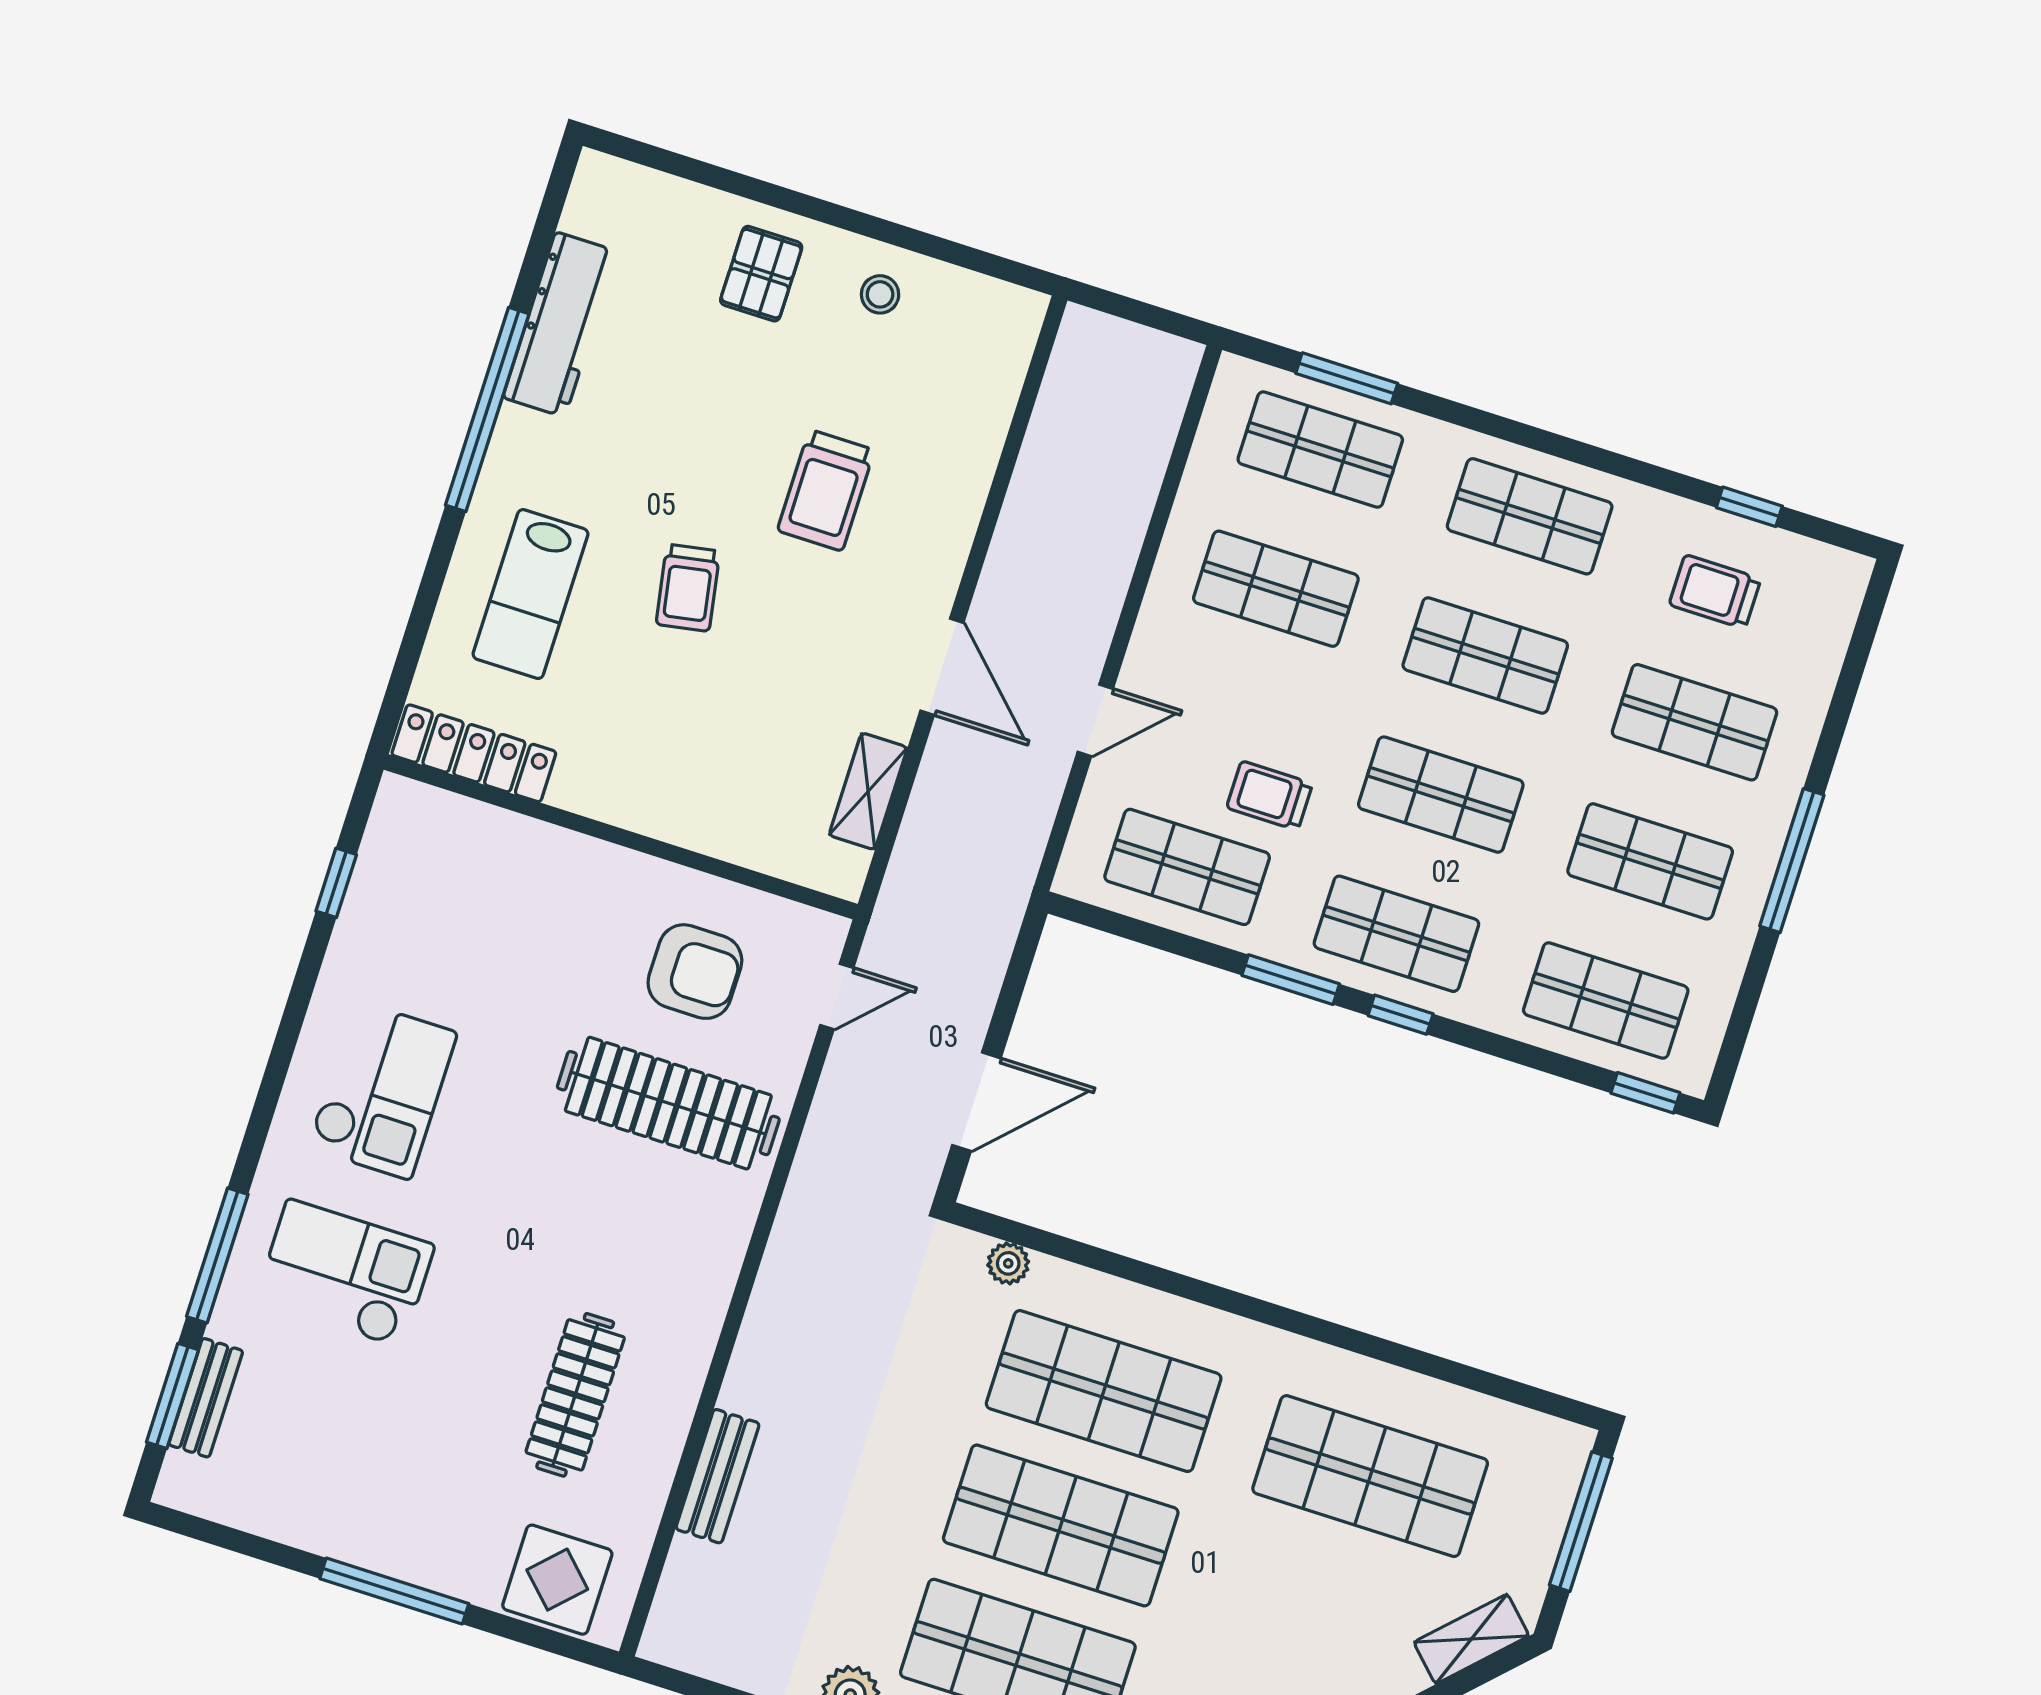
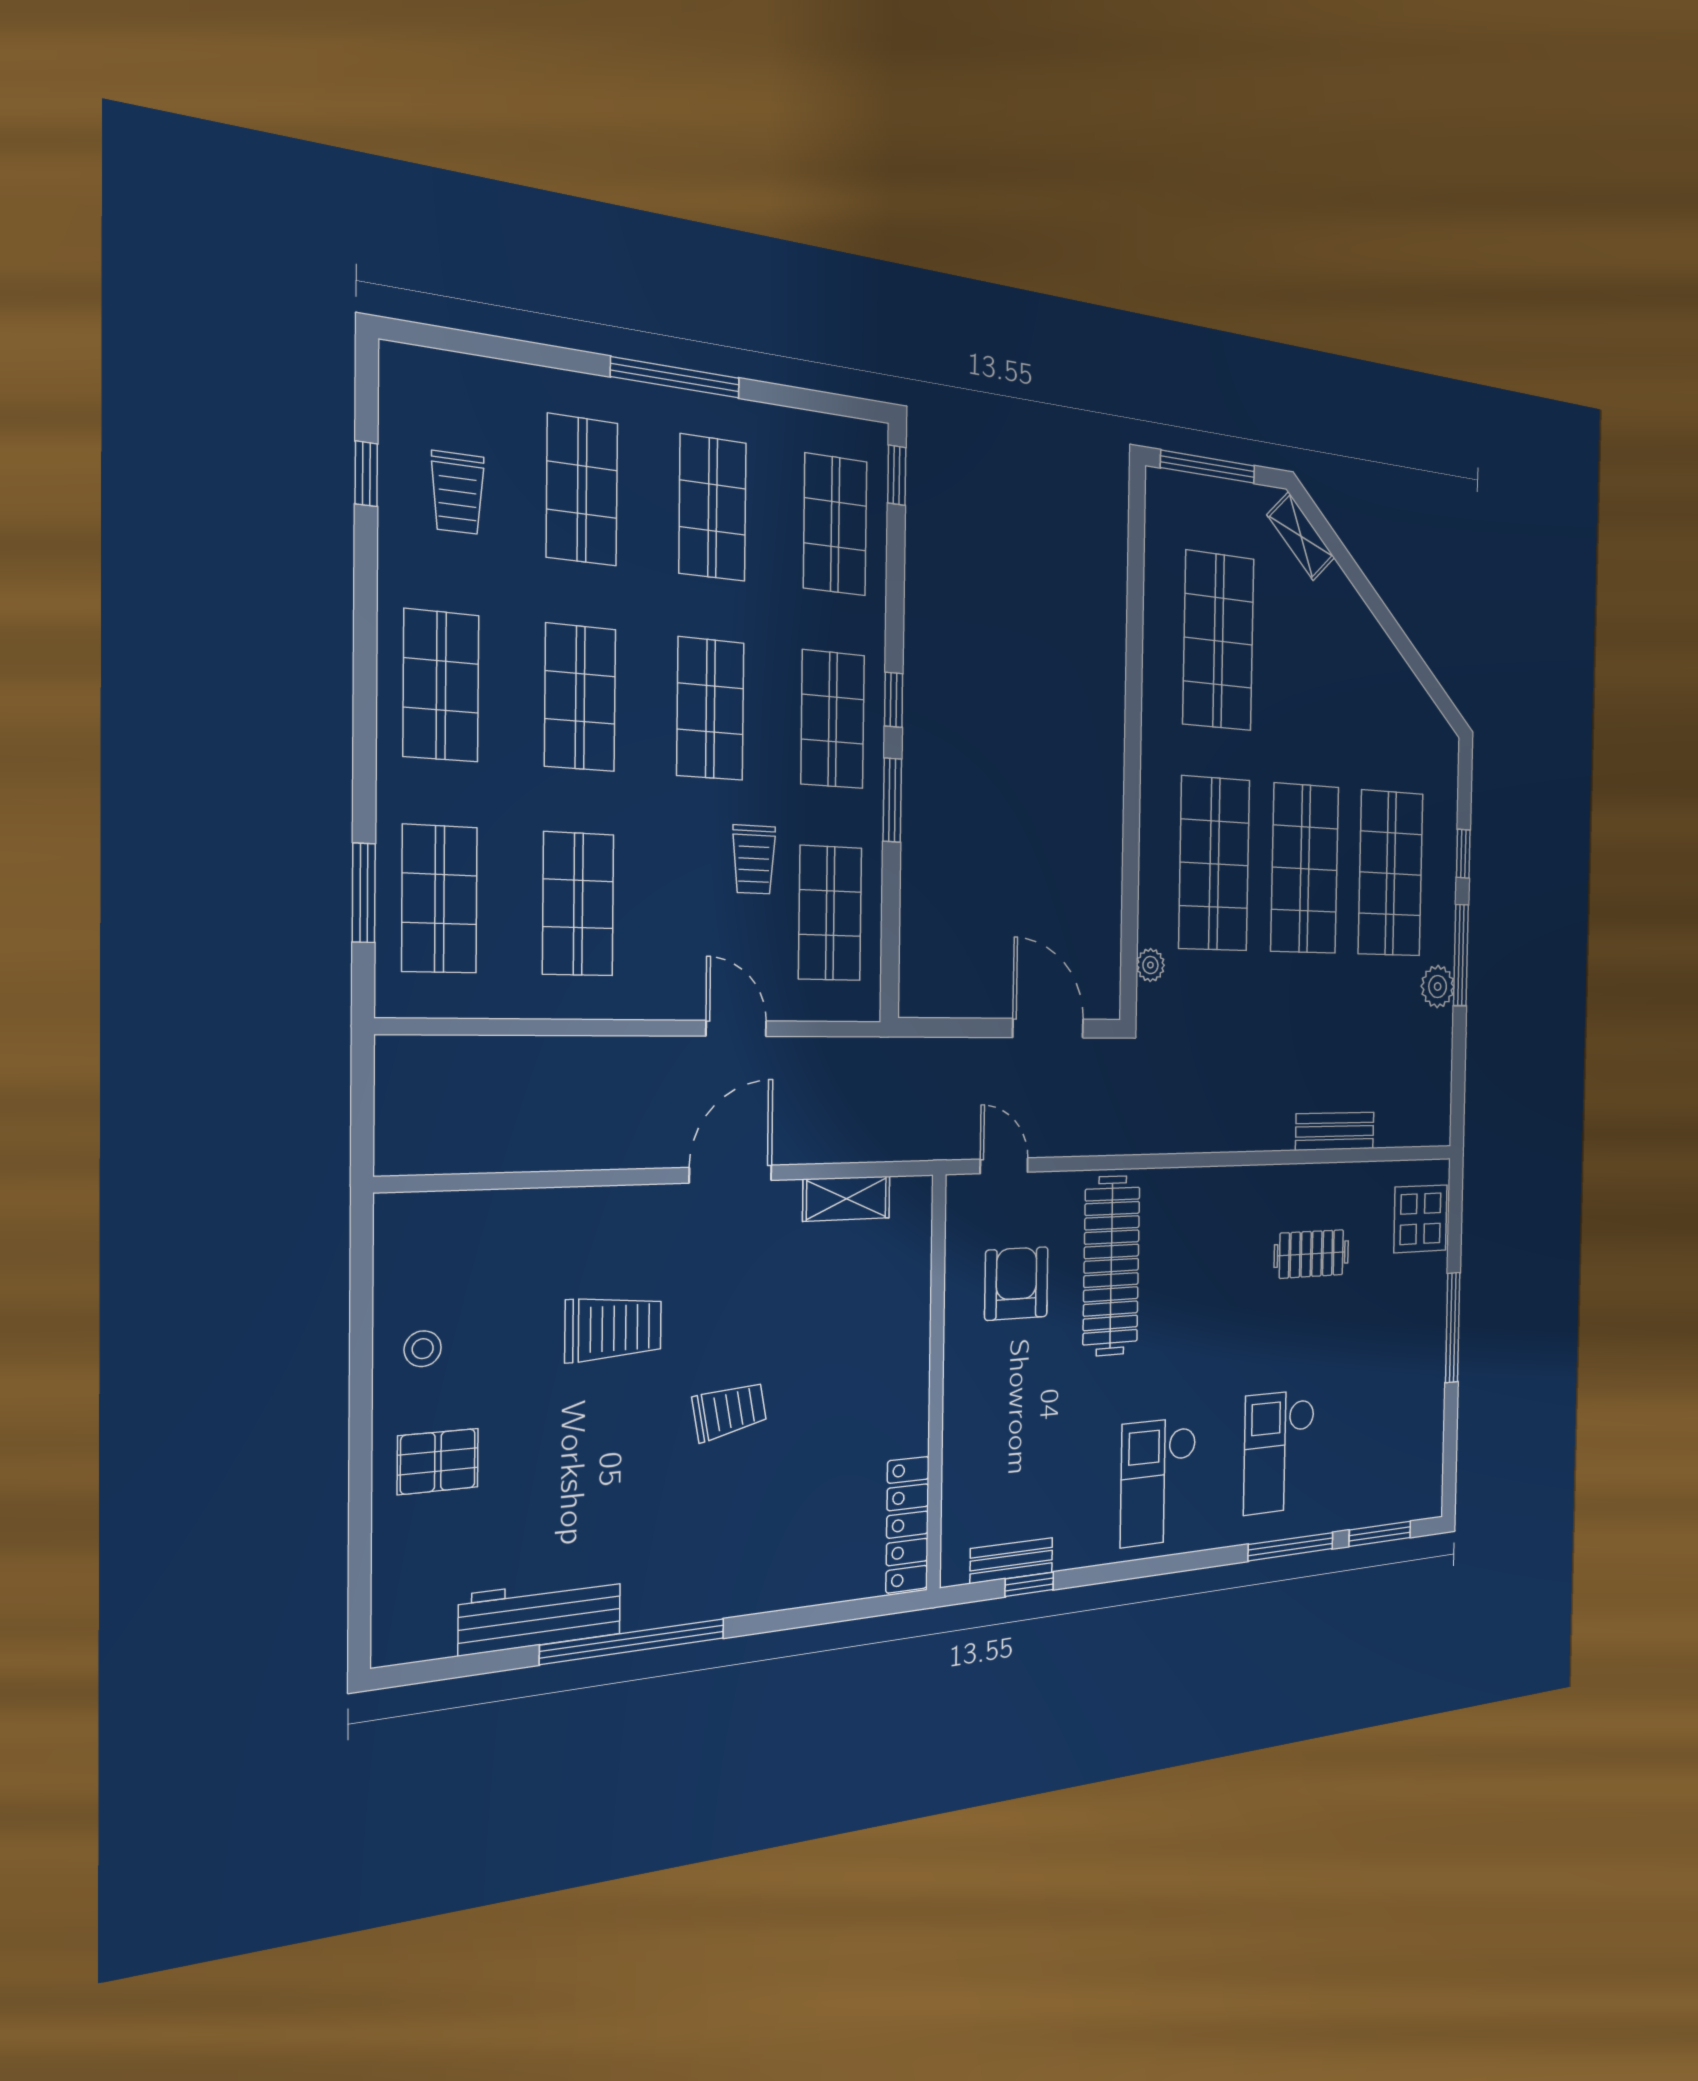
lab bench: (531, 594) -> (773, 1536), removed
checkout: (382, 1090) -> (1158, 1482), turned -90
clothes rail: (575, 1395) -> (1311, 1254), width x0.73
bench: (206, 1398) -> (1012, 1560), moved

